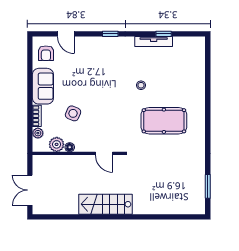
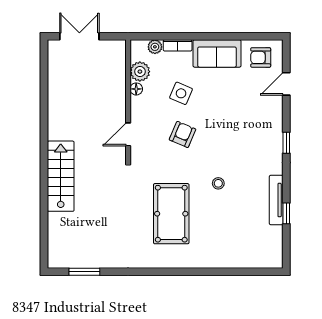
armchair: (104, 112) -> (182, 134), added
stairs: (106, 204) -> (61, 176), moved

